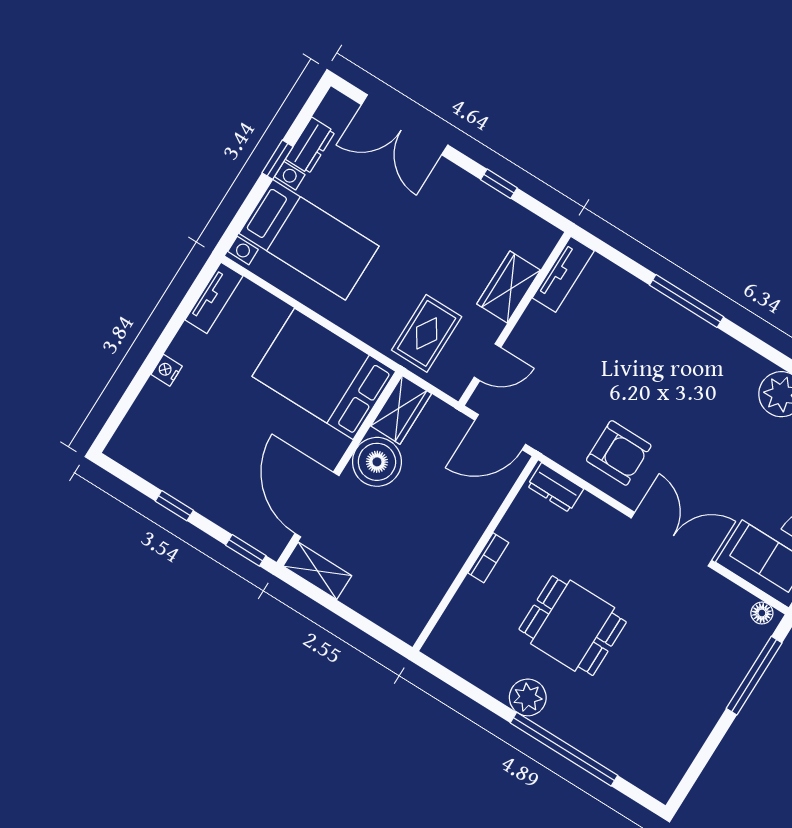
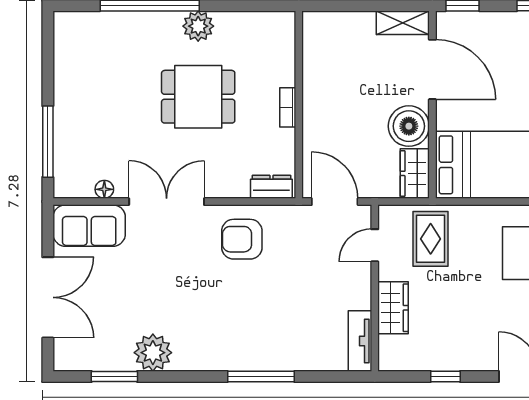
door: (500, 432) -> (335, 202), hinge flipped
double door: (671, 539) -> (167, 202), swing flipped
floor lamp: (762, 613) -> (104, 189), moved

